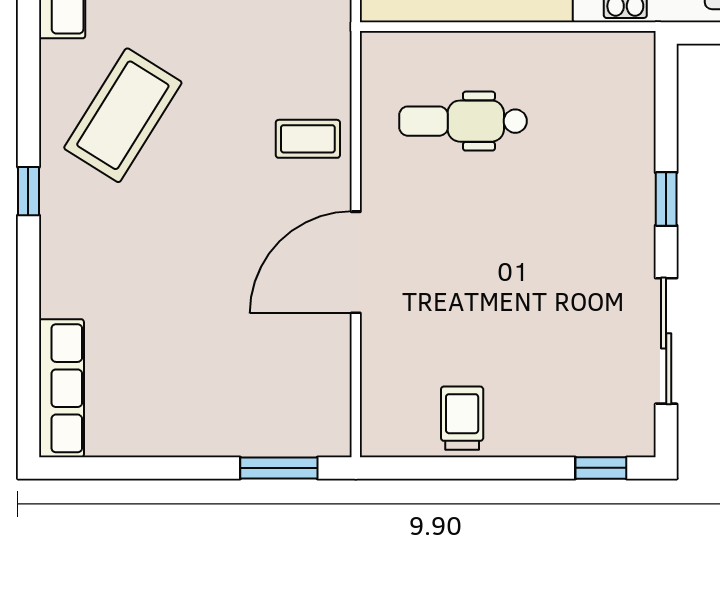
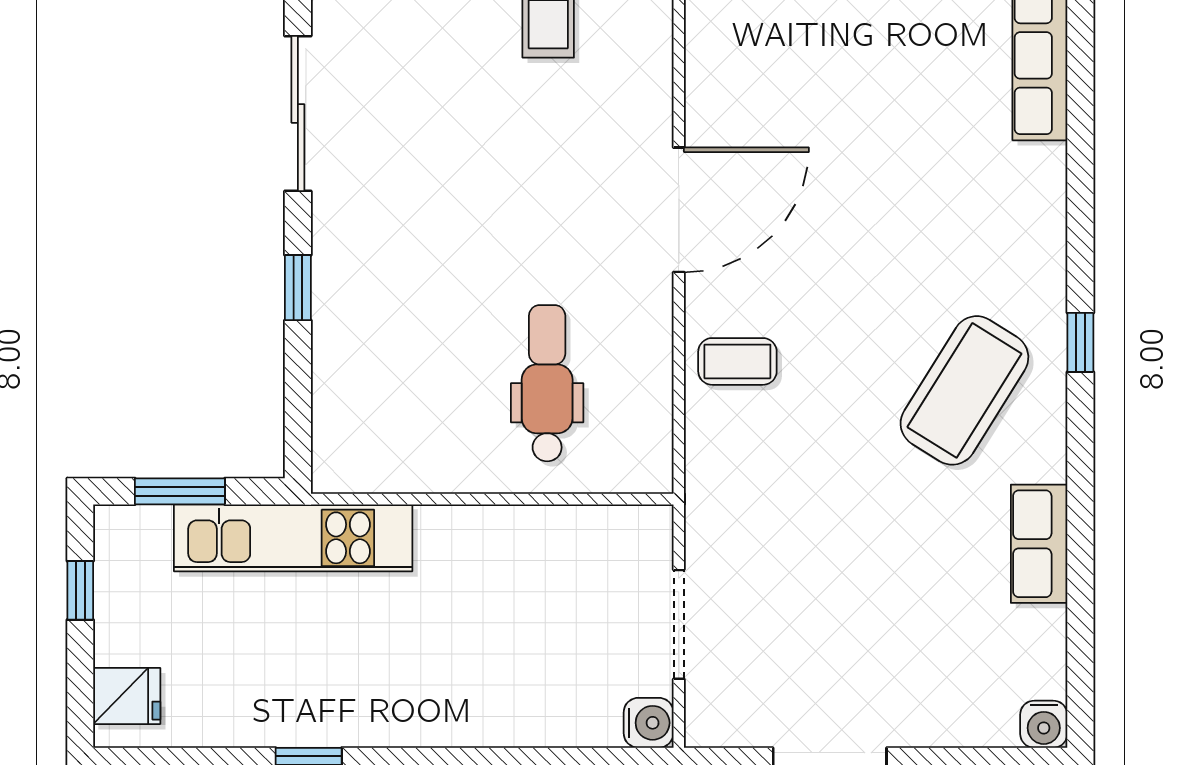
dental chair: (463, 121) -> (547, 383), turned -90
window: (28, 191) -> (1080, 342), moved

